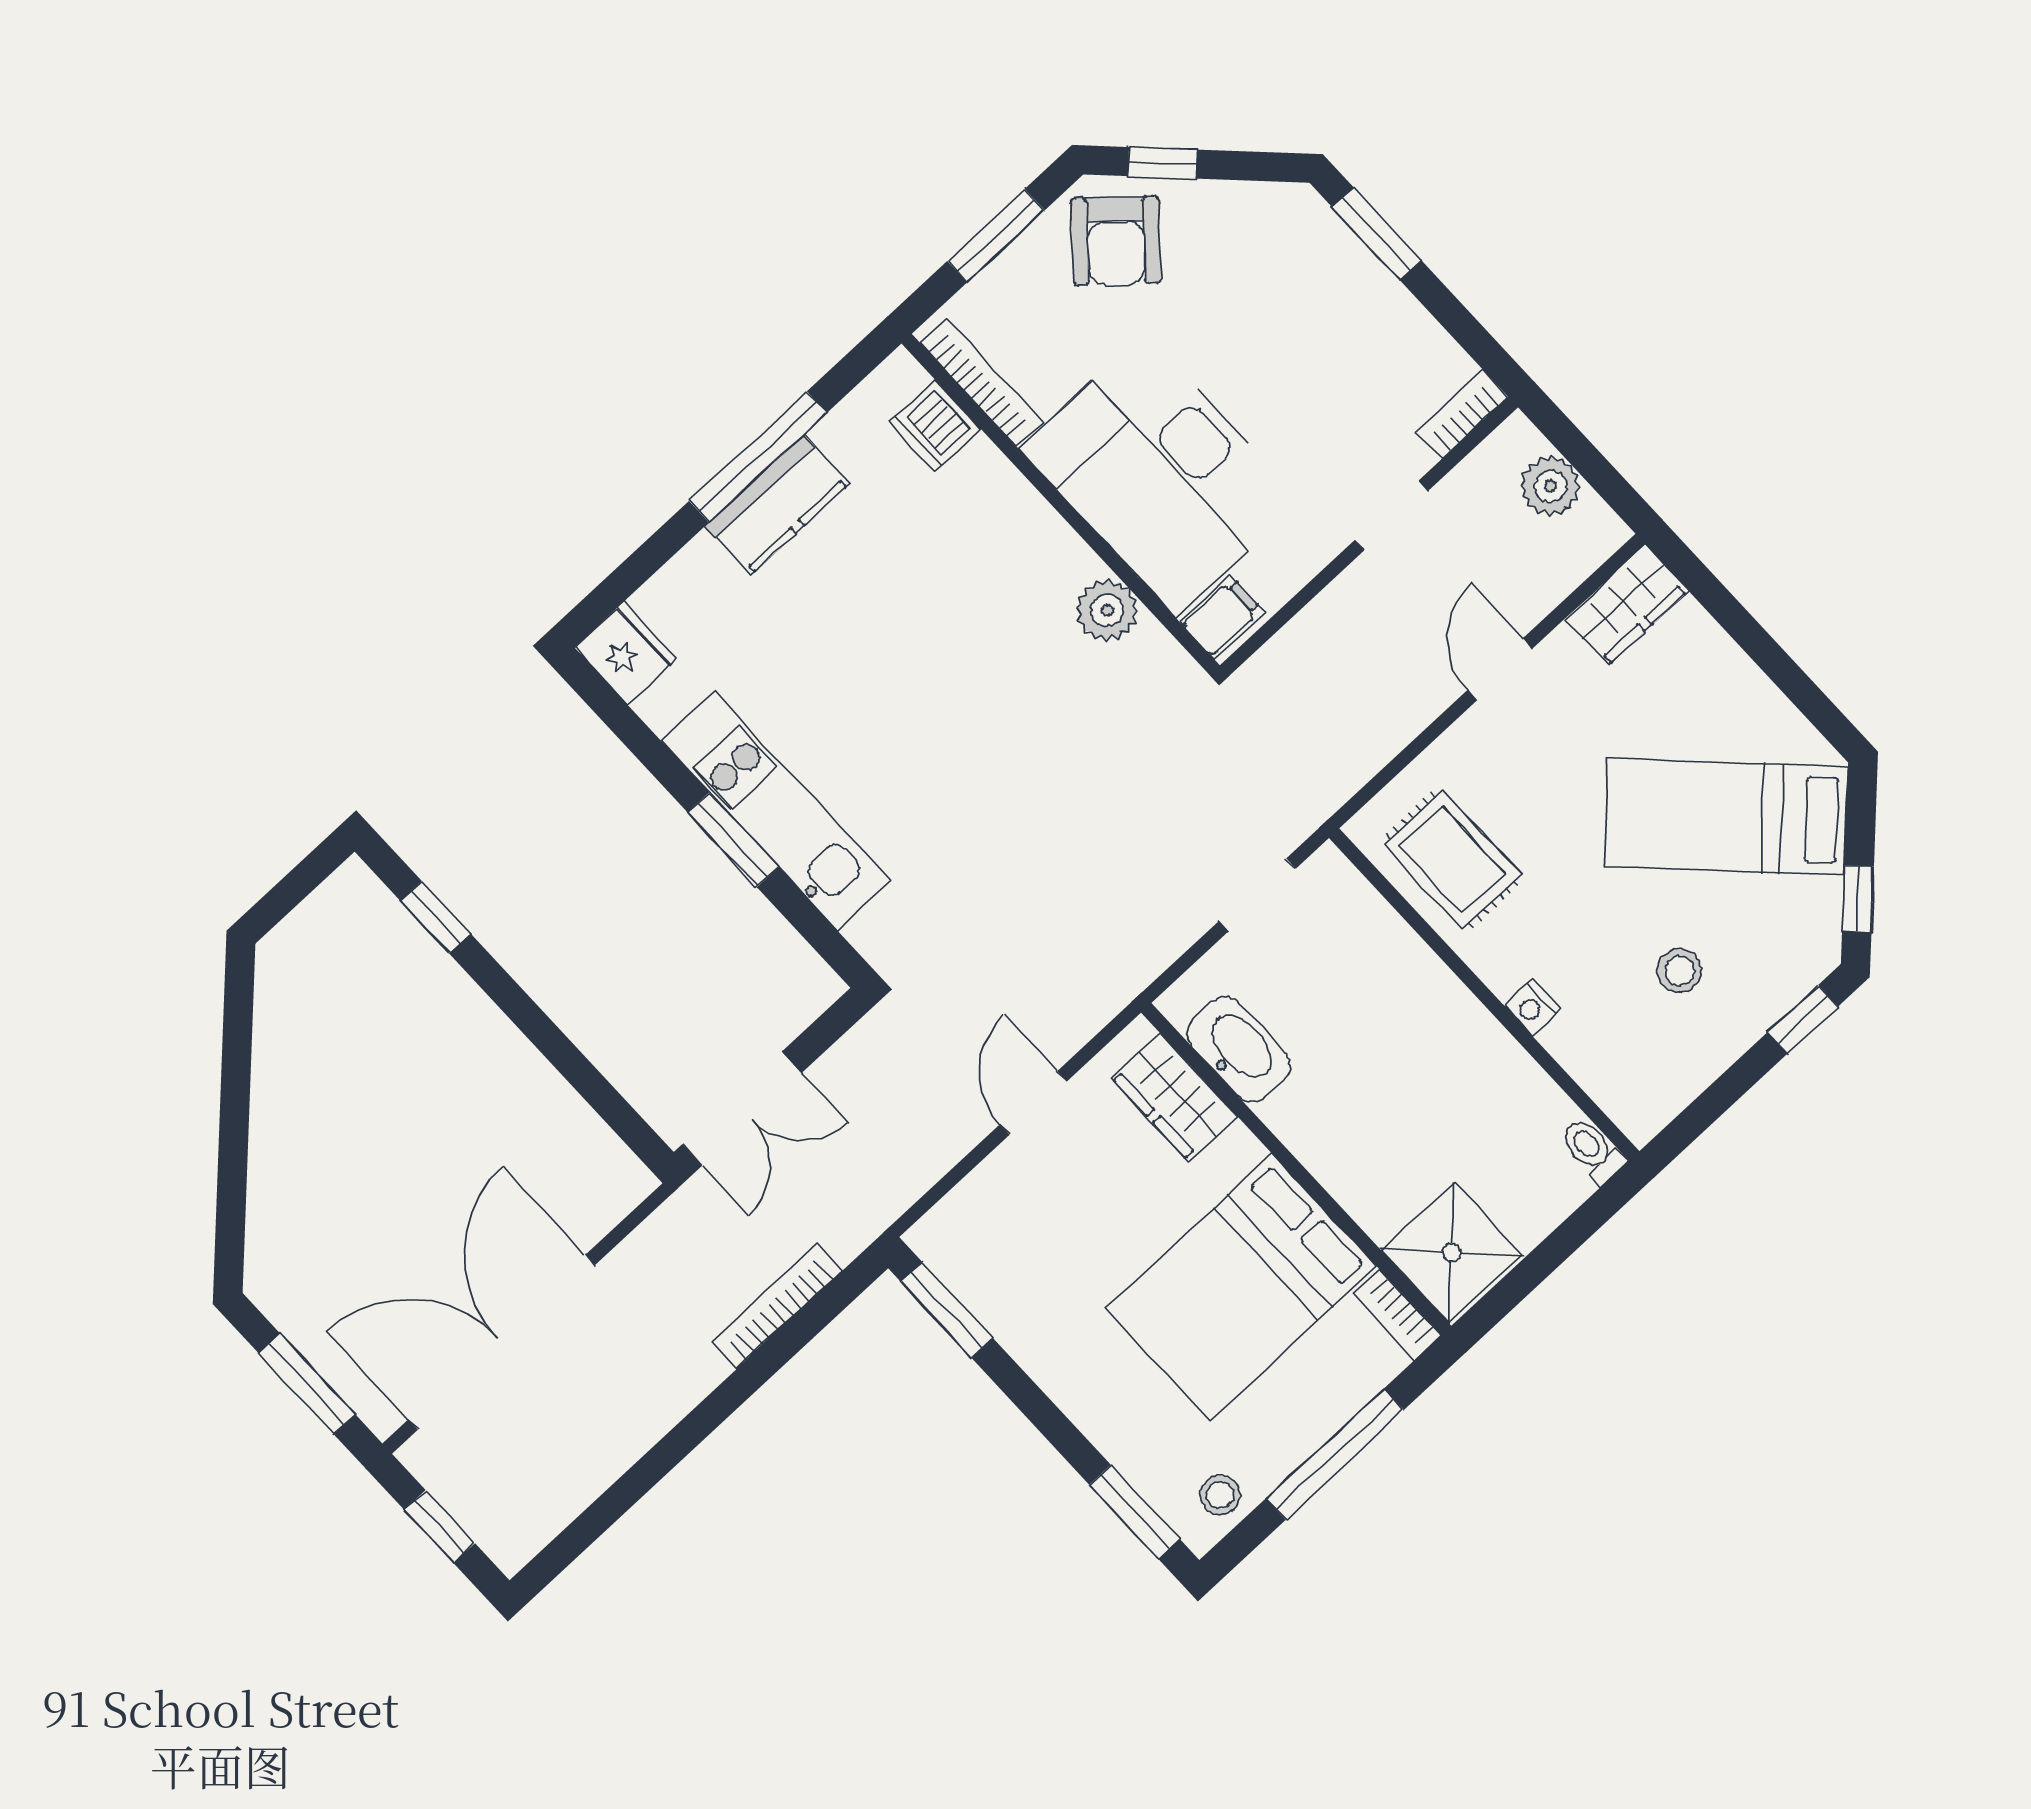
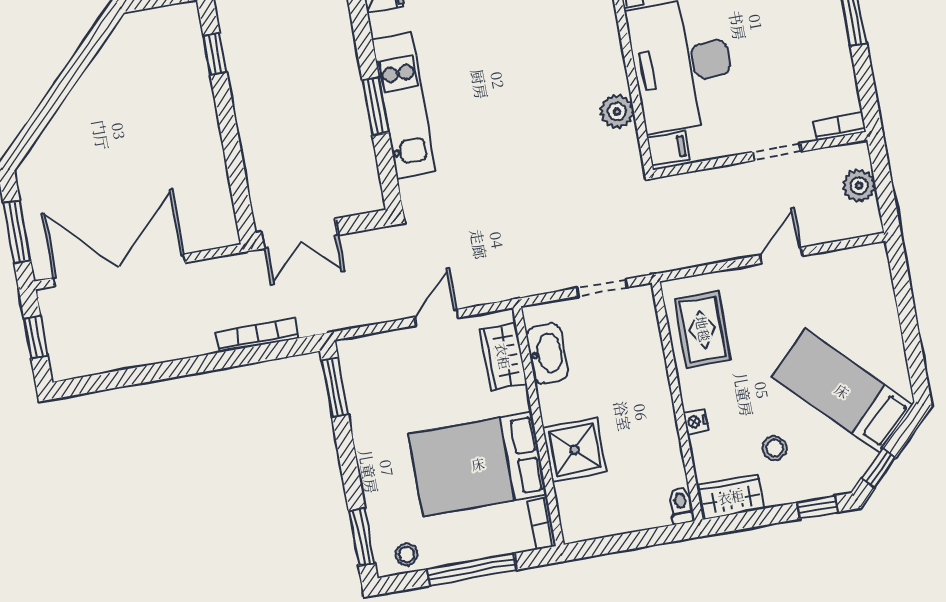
wardrobe: (1627, 605) -> (731, 497), moved, turned 180
shower: (1452, 1252) -> (575, 450), moved

